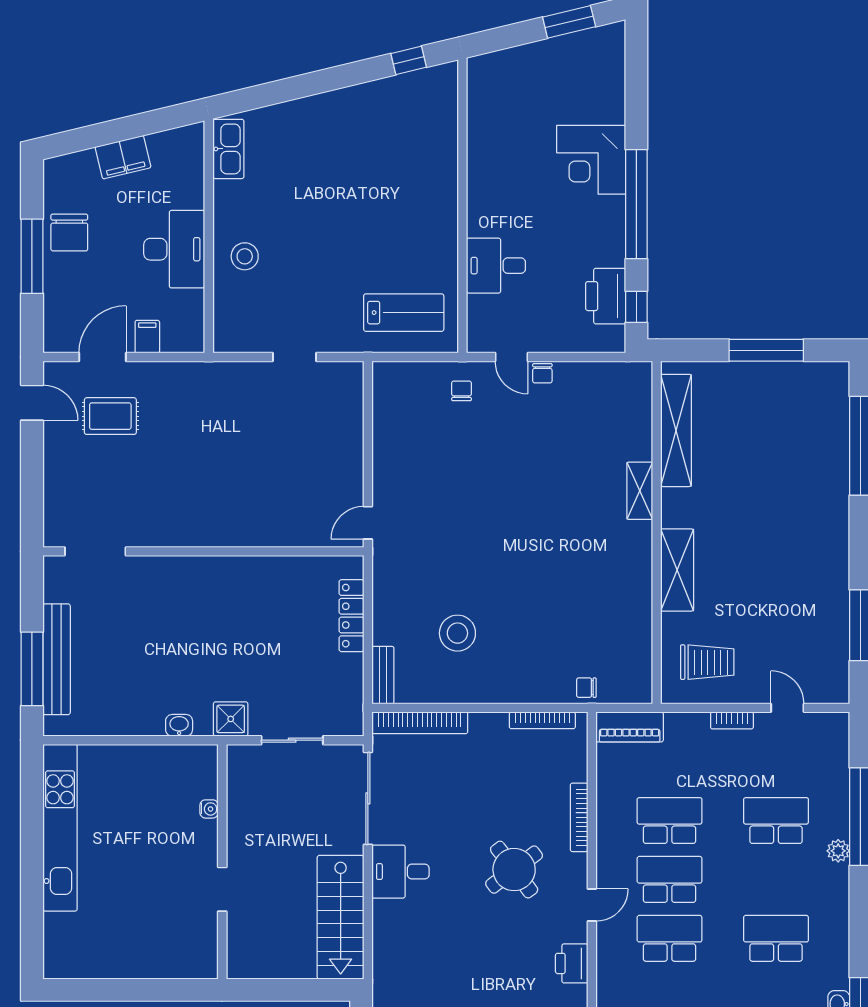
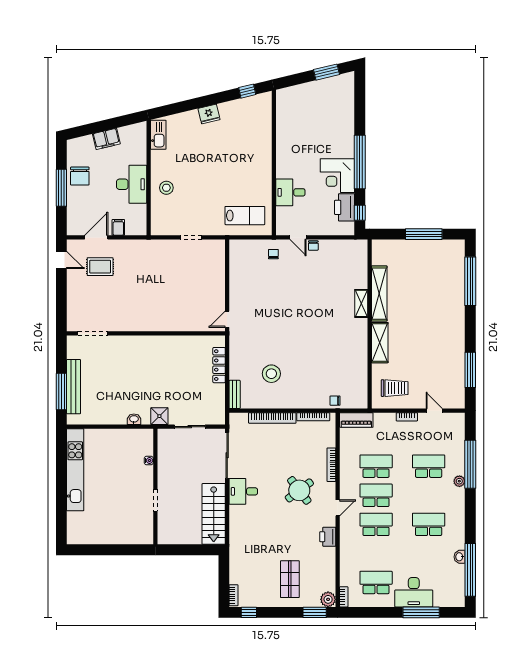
fridge: (331, 107) -> (209, 114), added
corner desk: (591, 160) -> (337, 176), moved
shelving: (676, 430) -> (379, 294), moved
bookcase: (420, 723) -> (272, 418), moved

